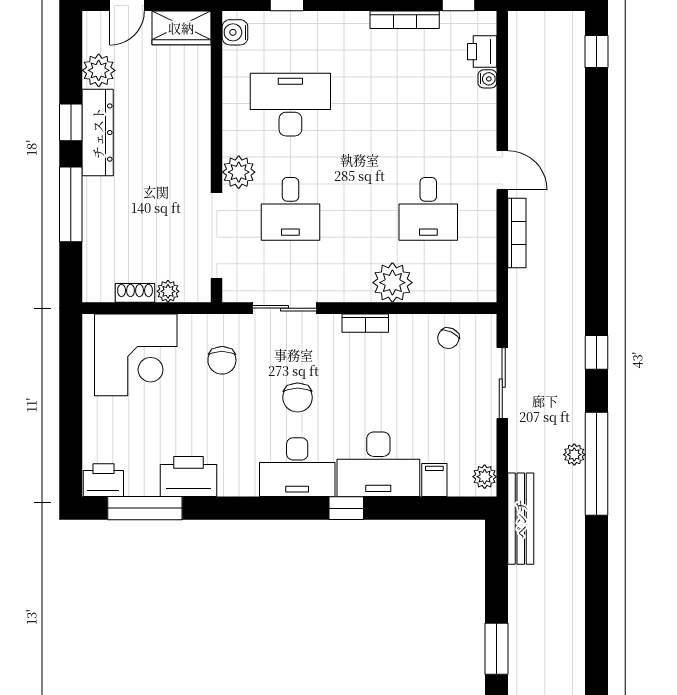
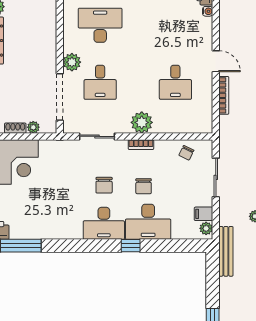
plant: (392, 283) -> (142, 122), moved
chair: (222, 360) -> (144, 186), moved
printer: (189, 477) -> (45, 228), removed
filing cabinet: (434, 480) -> (204, 214), moved, turned -90

